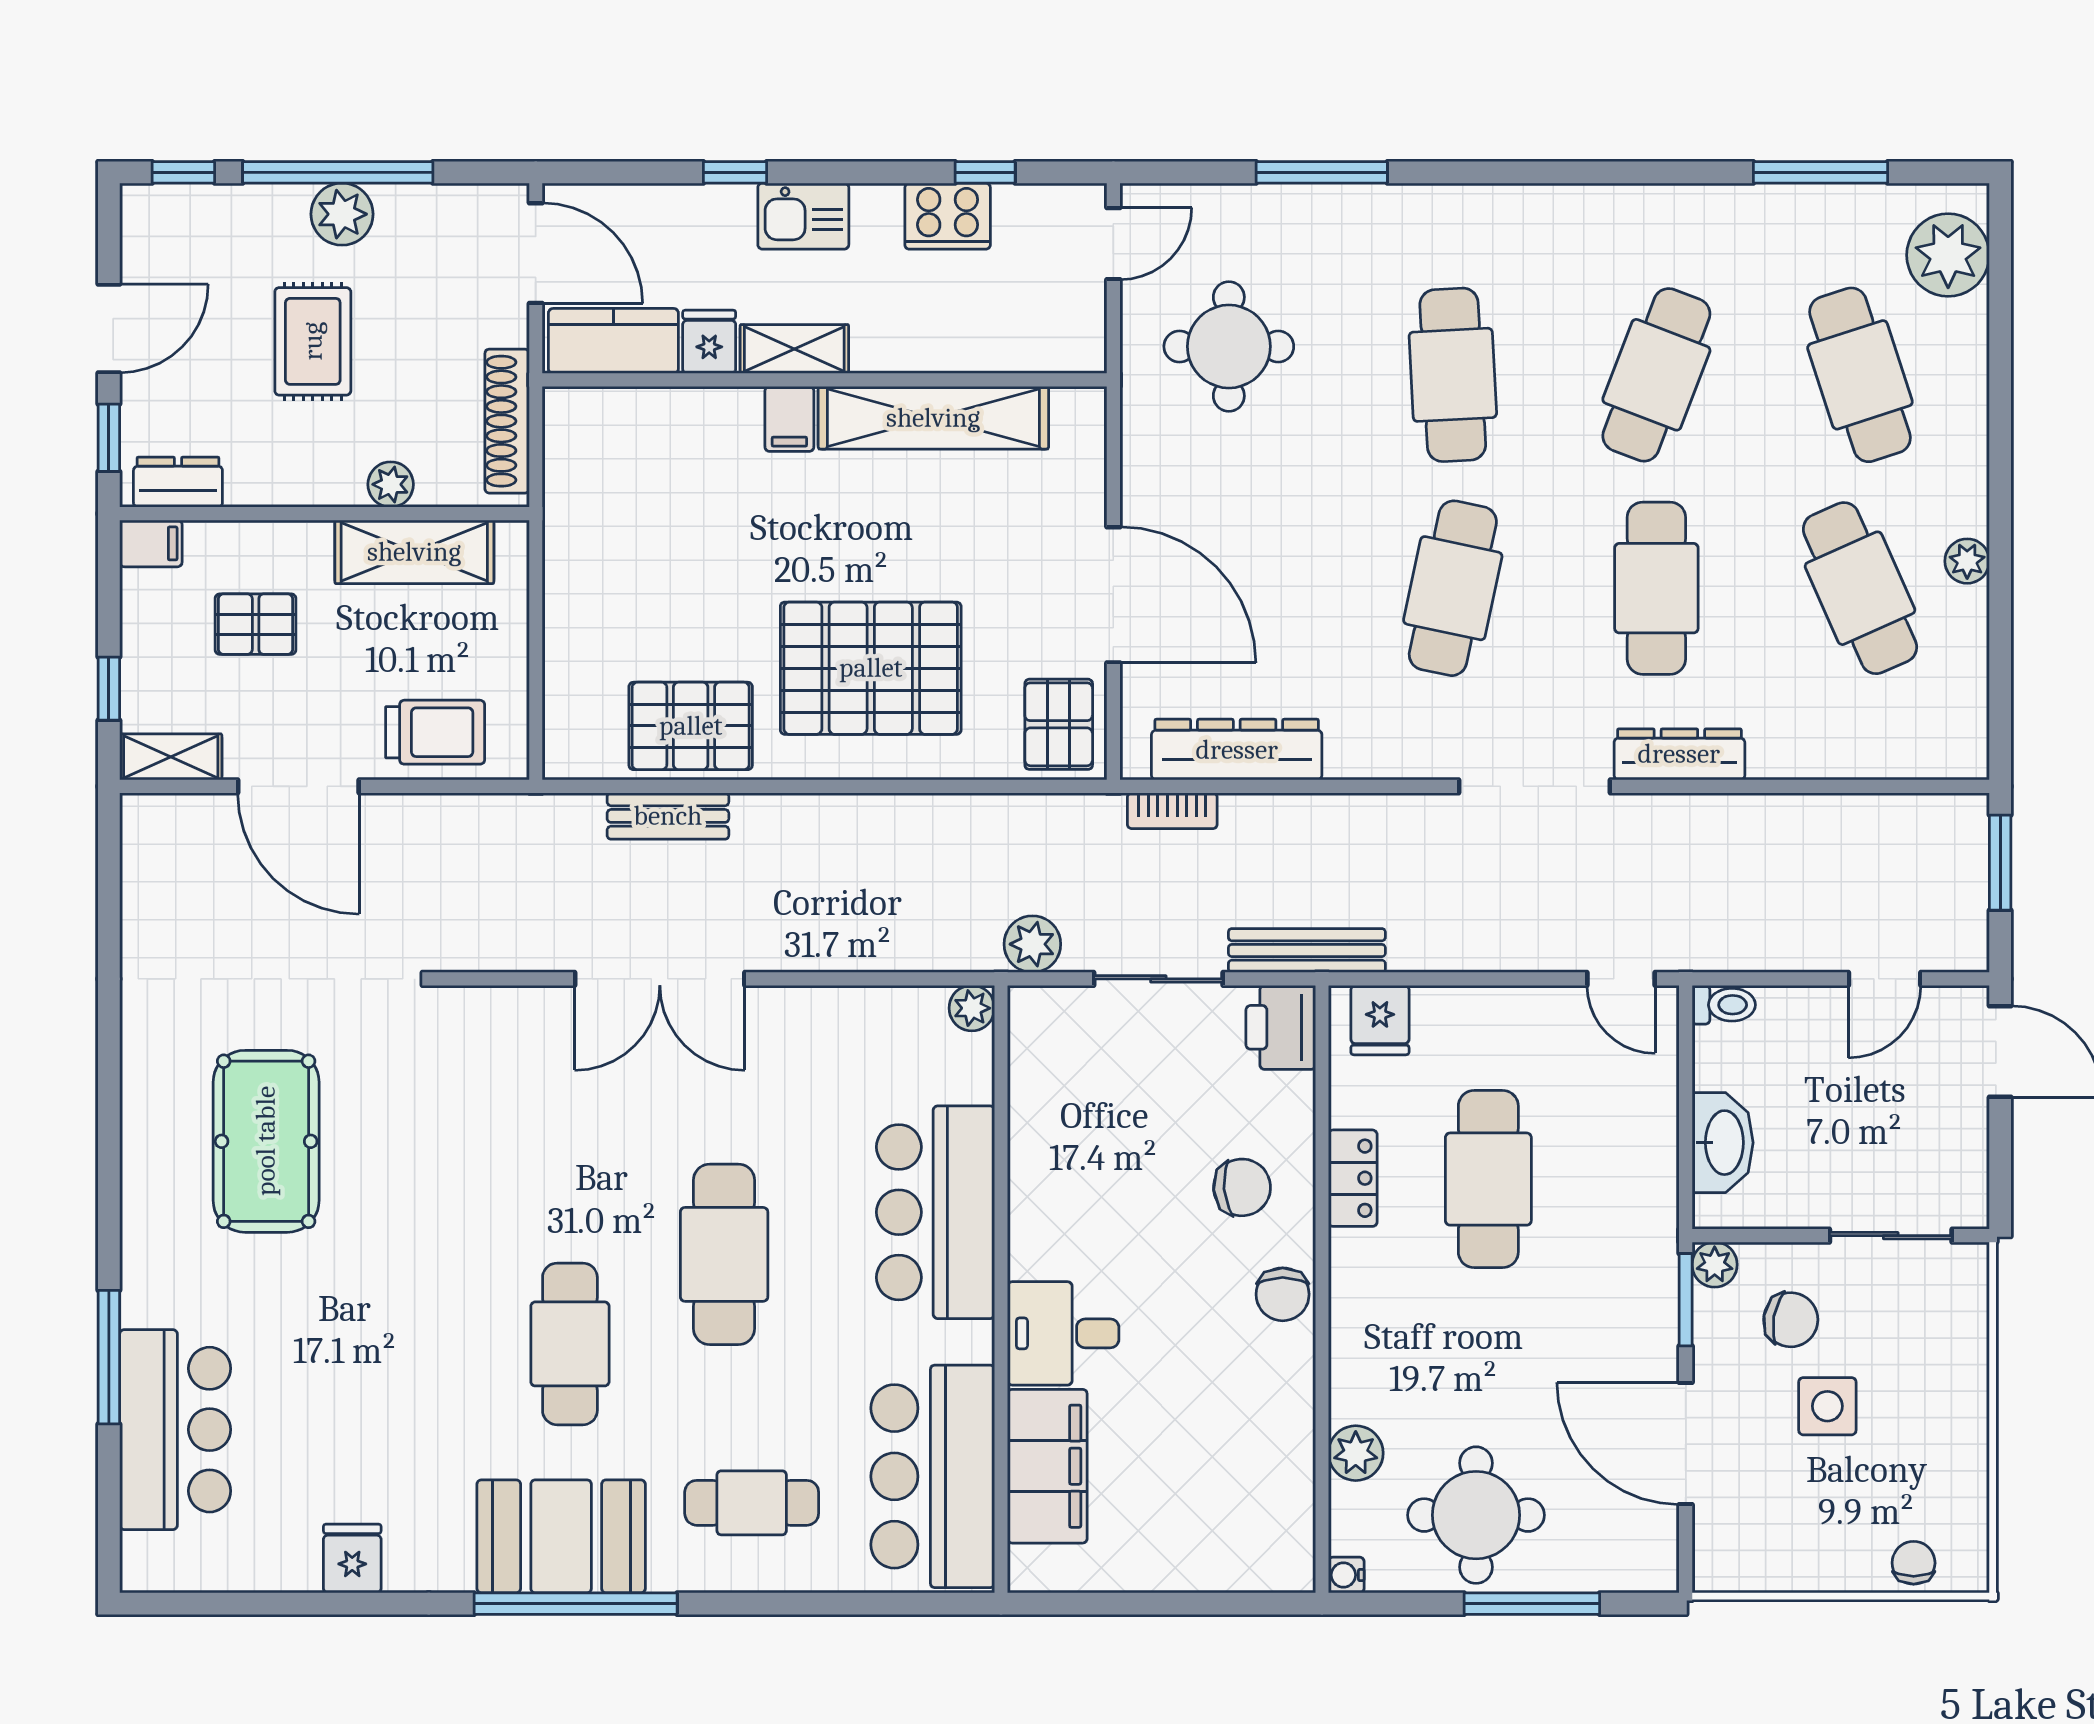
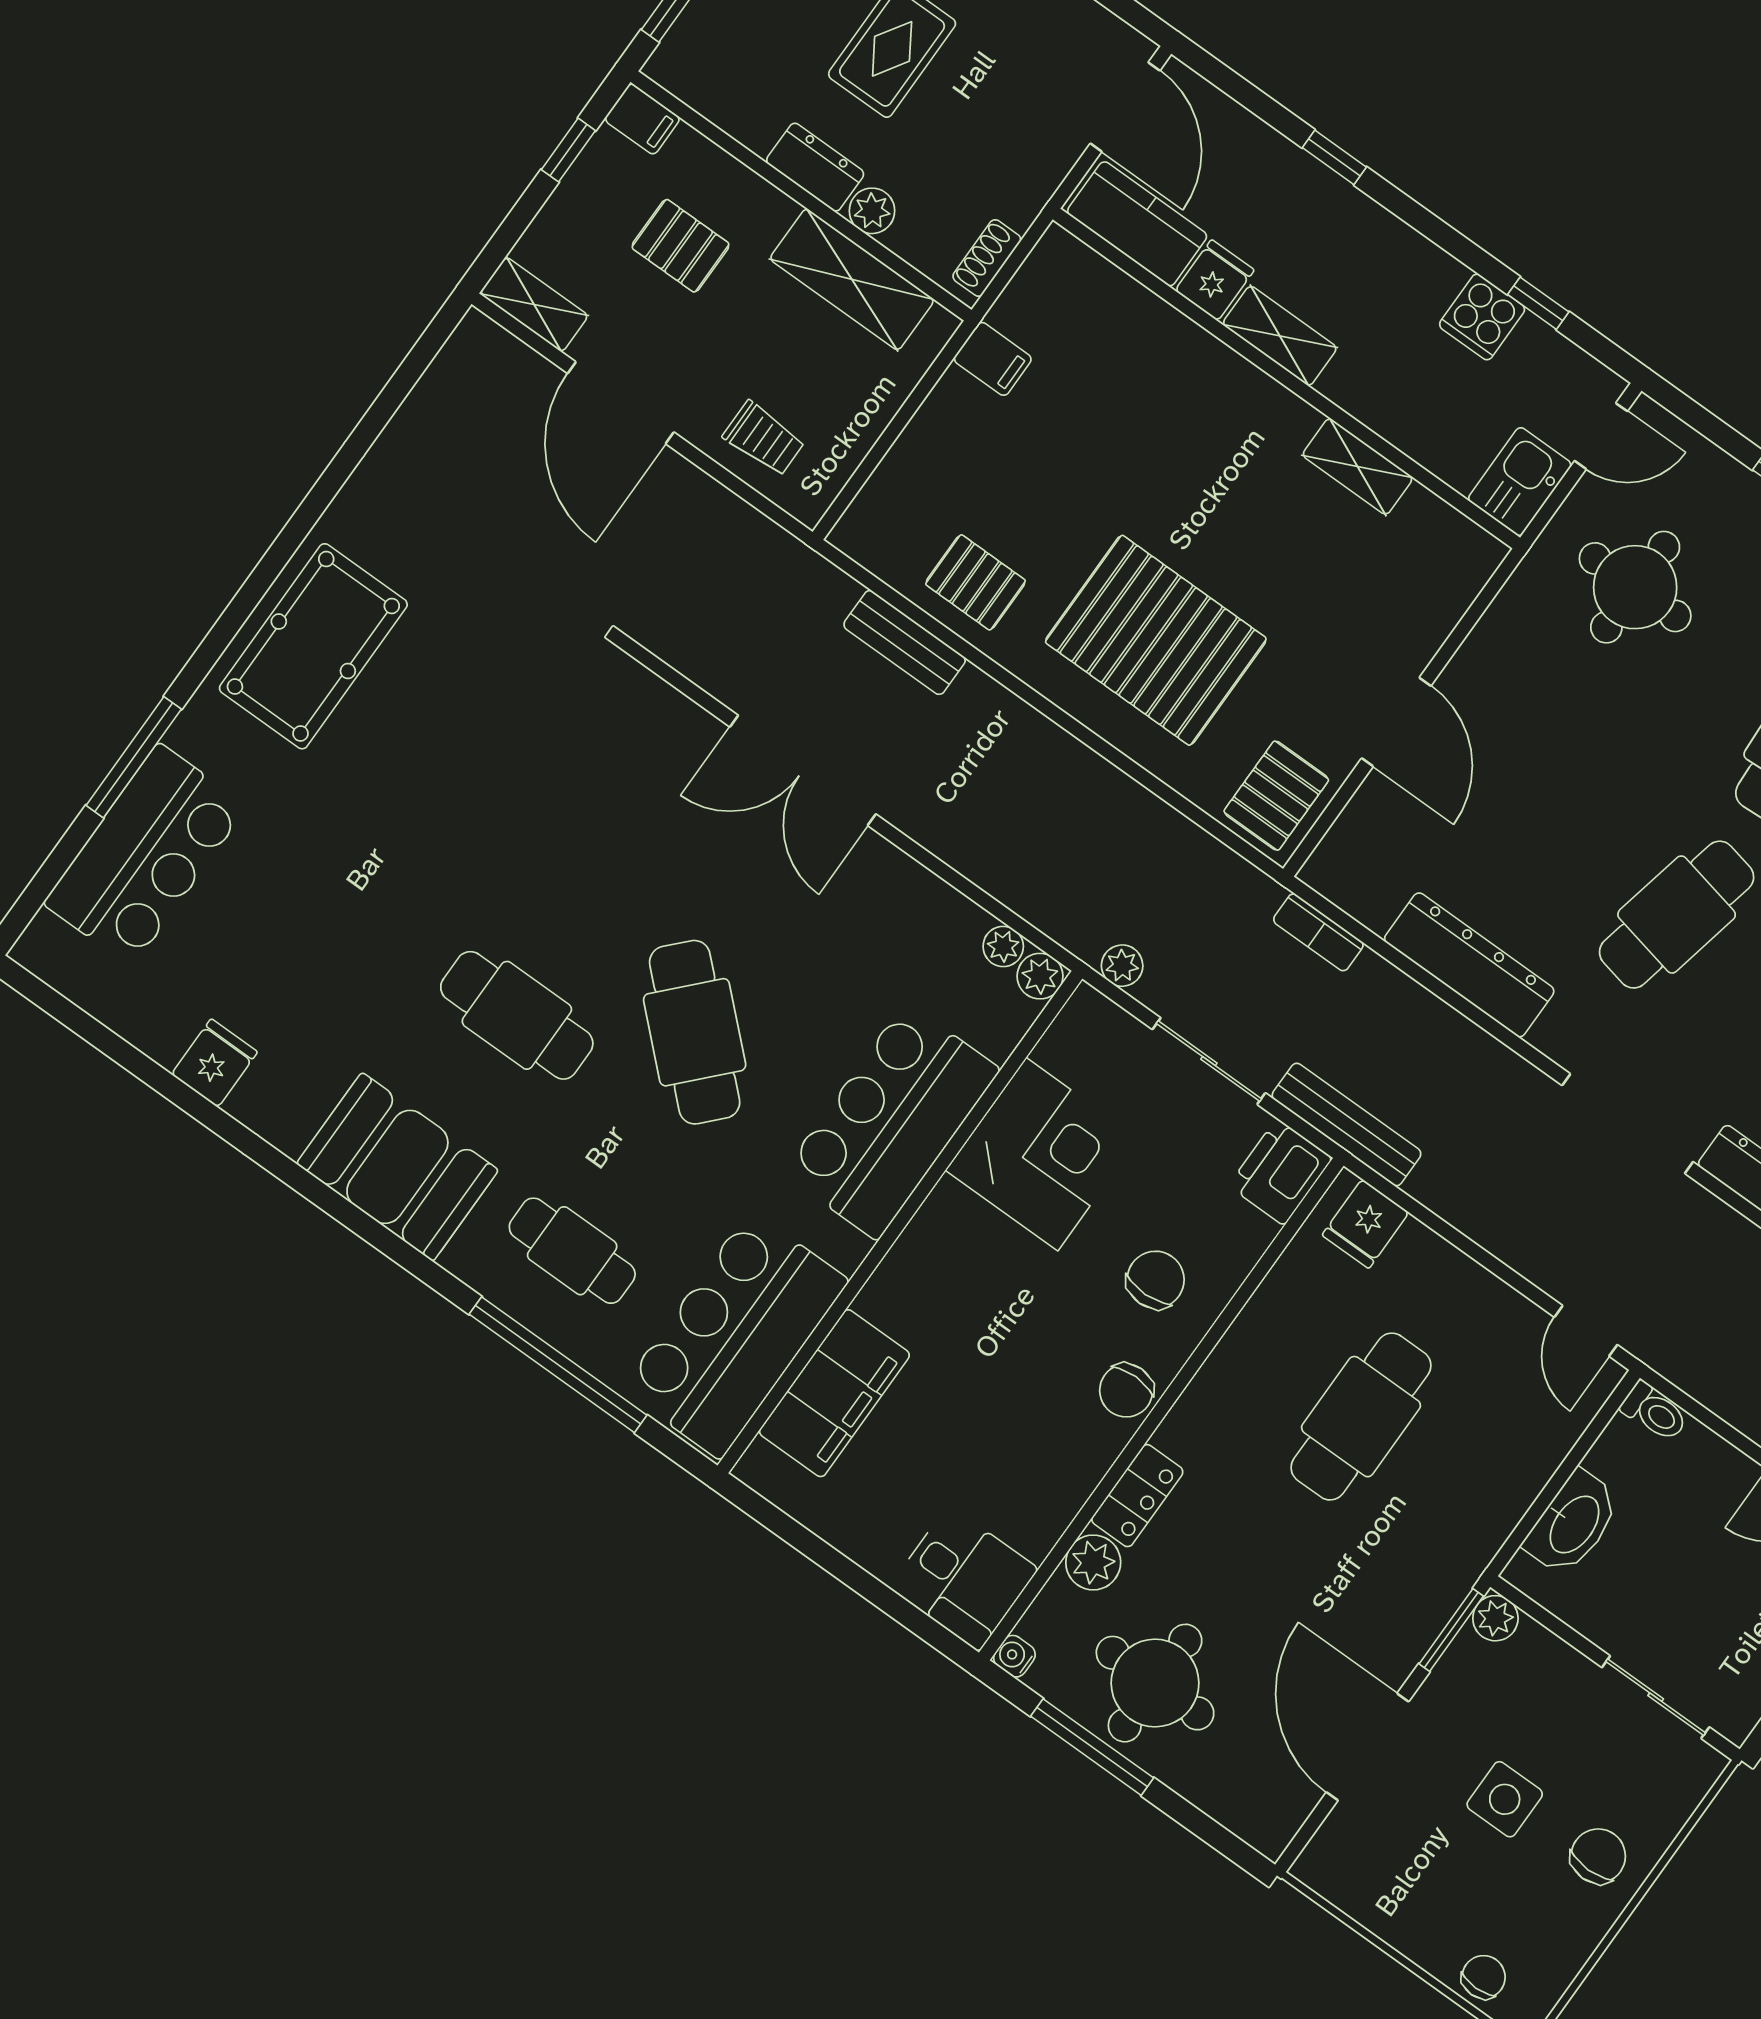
kitchen sink: (803, 216) -> (1520, 482), moved, turned 90
cooker: (948, 216) -> (1482, 317), width x0.73
shelving: (933, 418) -> (1358, 466), width x0.45, depth x0.75
filing cabinet: (789, 419) -> (993, 359), moved, turned -90
shoe rack: (507, 421) -> (987, 258), width x0.51, depth x0.81
dresser: (178, 482) -> (815, 167), moved
door: (1113, 595) -> (1396, 722), width x0.73
window: (109, 689) -> (568, 150), moved
pallet: (691, 726) -> (976, 582), width x0.67, depth x0.71
trolley: (435, 732) -> (764, 439), width x0.73, depth x0.72
dresser: (1237, 750) -> (1469, 965), moved
plant: (1032, 944) -> (1122, 966), width x0.73, depth x0.73
plant: (925, 1005) -> (1003, 946), added
pool table: (266, 1141) -> (313, 646), moved
corner desk: (1077, 1152) -> (1042, 1154), added
locker: (1353, 1178) -> (1137, 1496), moved
chair: (1242, 1187) -> (1156, 1280), turned -86
cafe table: (724, 1254) -> (695, 1032), turned -47
chair: (1791, 1320) -> (1598, 1856), moved, turned -100
desk: (1063, 1333) -> (964, 1578), moved, turned 180
cafe table: (570, 1344) -> (517, 1015), turned 90
window: (576, 1604) -> (558, 1365), moved
window: (1532, 1604) -> (1092, 1747), moved

